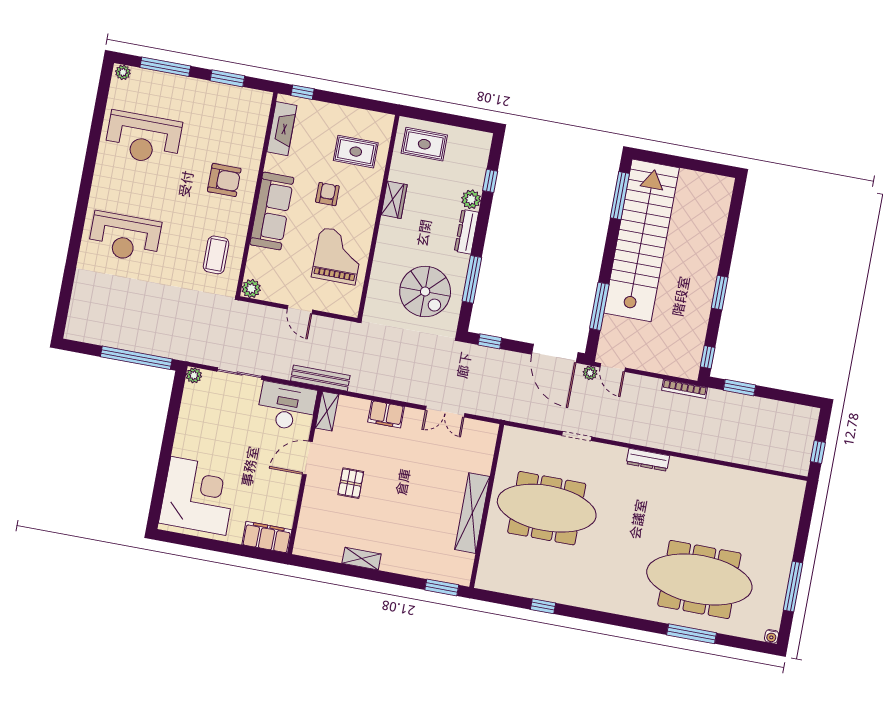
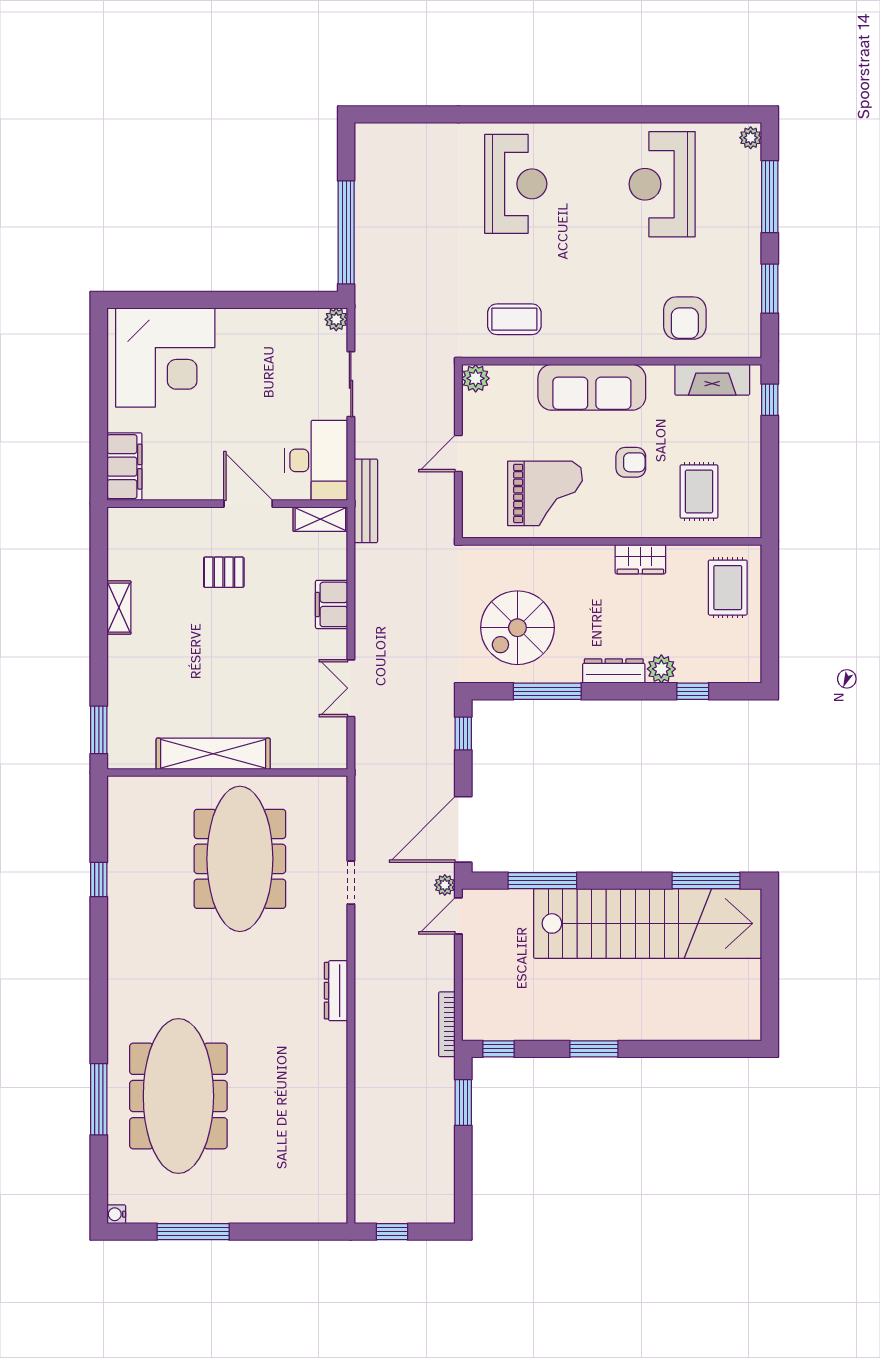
armchair: (224, 180) -> (685, 318), moved
reception desk: (125, 237) -> (516, 184), turned 180

